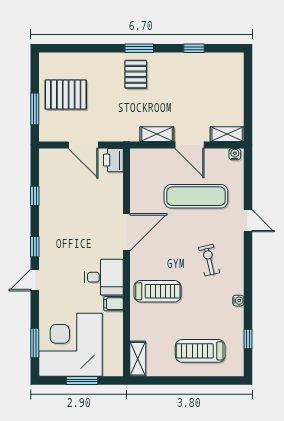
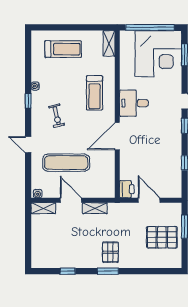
treadmill: (157, 291) -> (94, 93), turned -90
filing cabinet: (114, 304) -> (127, 84), removed
window: (248, 339) -> (28, 101), moved
window: (82, 380) -> (150, 27), width x2.11

